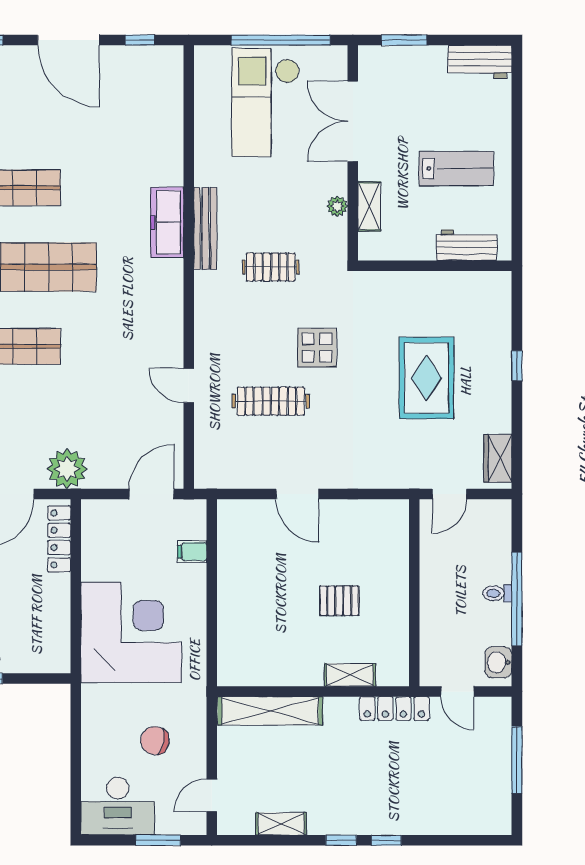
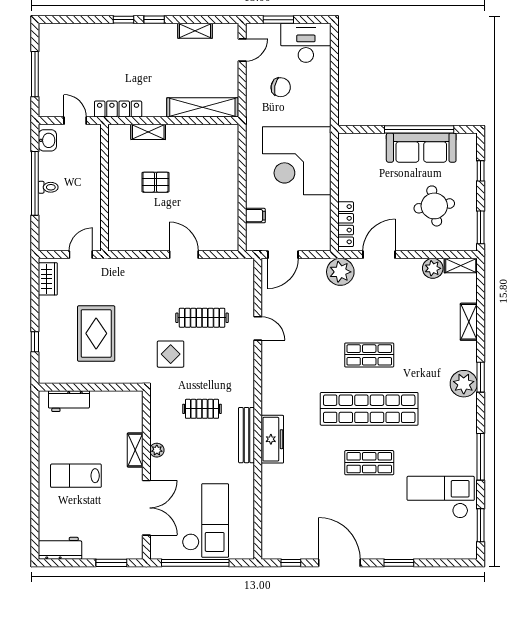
workbench: (467, 245) -> (69, 401), moved
wall: (435, 266) -> (91, 387), moved

